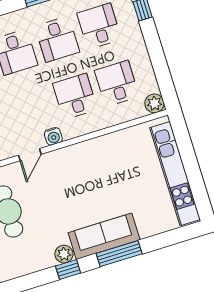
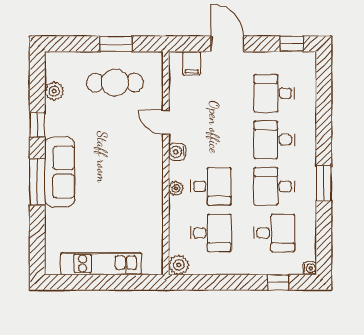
plant: (87, 127) -> (176, 188), added
kitchen unit: (175, 174) -> (101, 264), width x0.73
plant: (64, 254) -> (54, 91), moved

